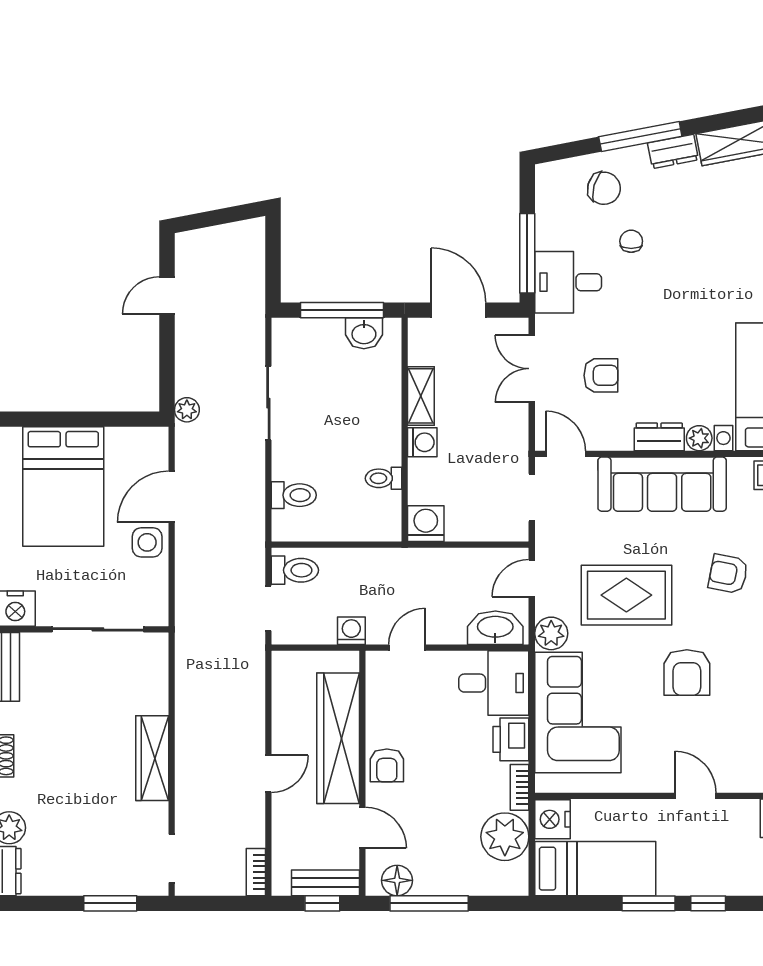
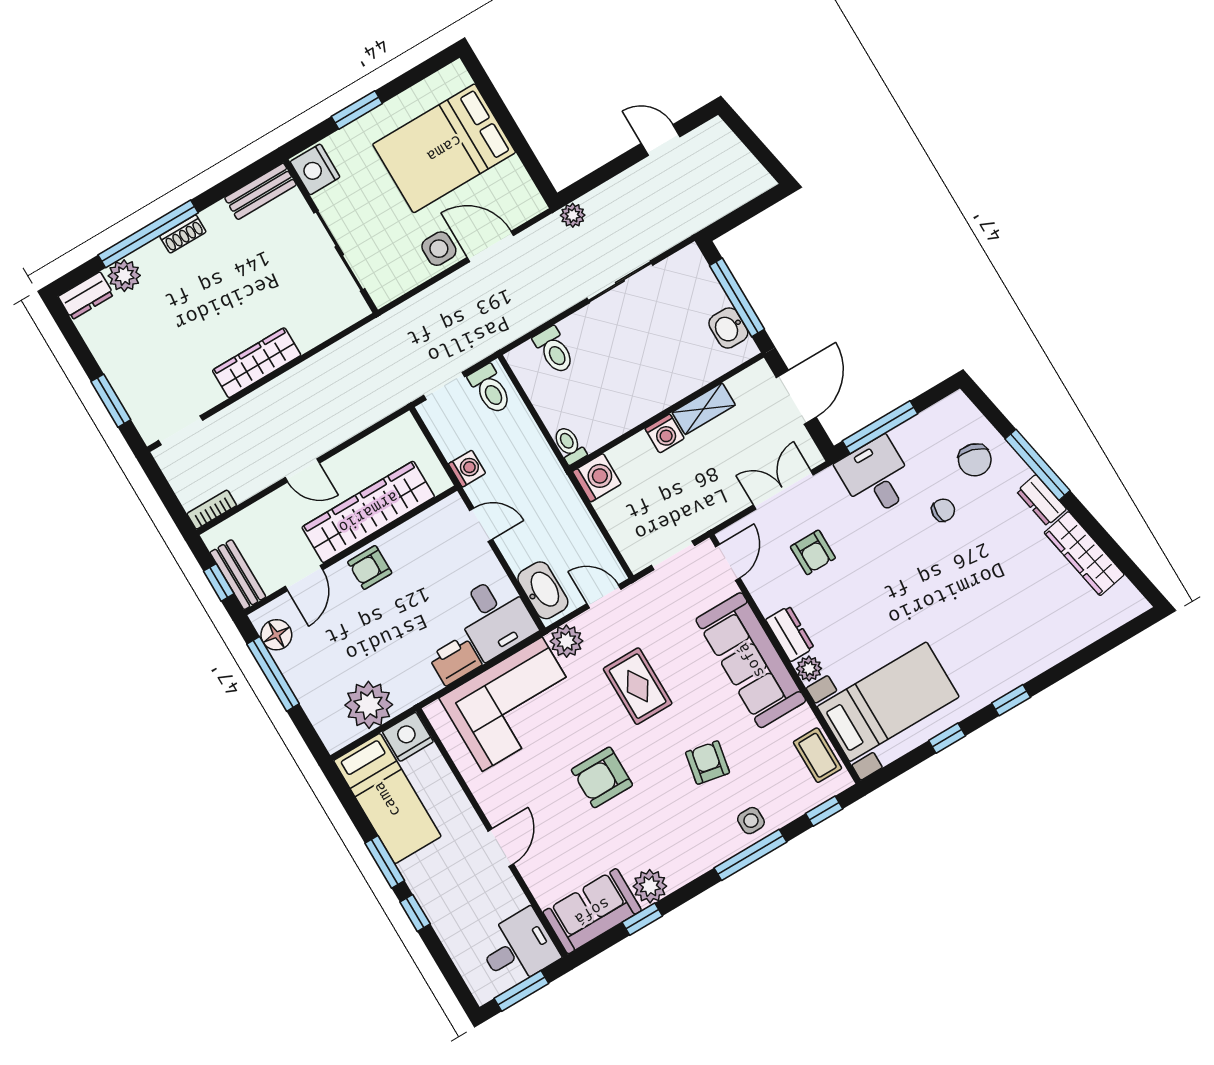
toilet: (384, 478) -> (569, 445), moved
rug: (626, 595) -> (638, 686), width x0.73, depth x0.70
bookcase: (520, 787) -> (418, 692), removed

